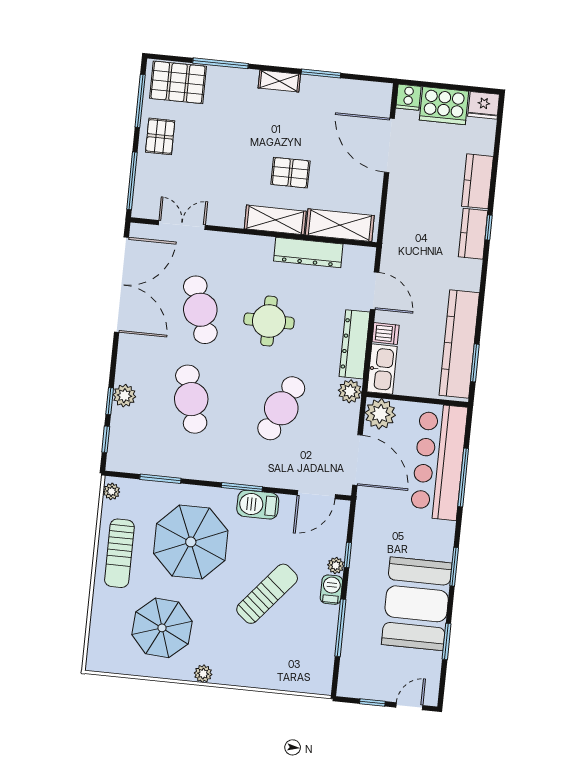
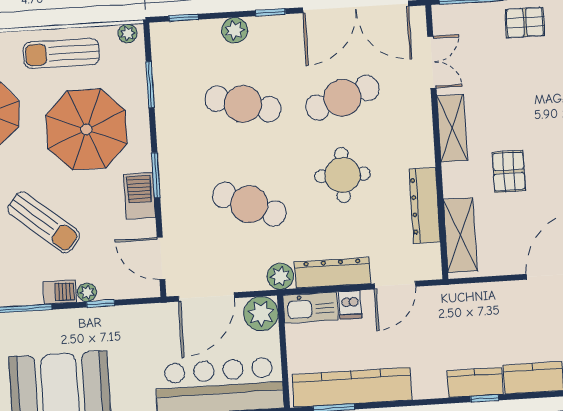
shelving: (275, 220) -> (452, 128), moved
cafe table: (191, 399) -> (243, 104), turned 30
window: (110, 401) -> (270, 12), moved

